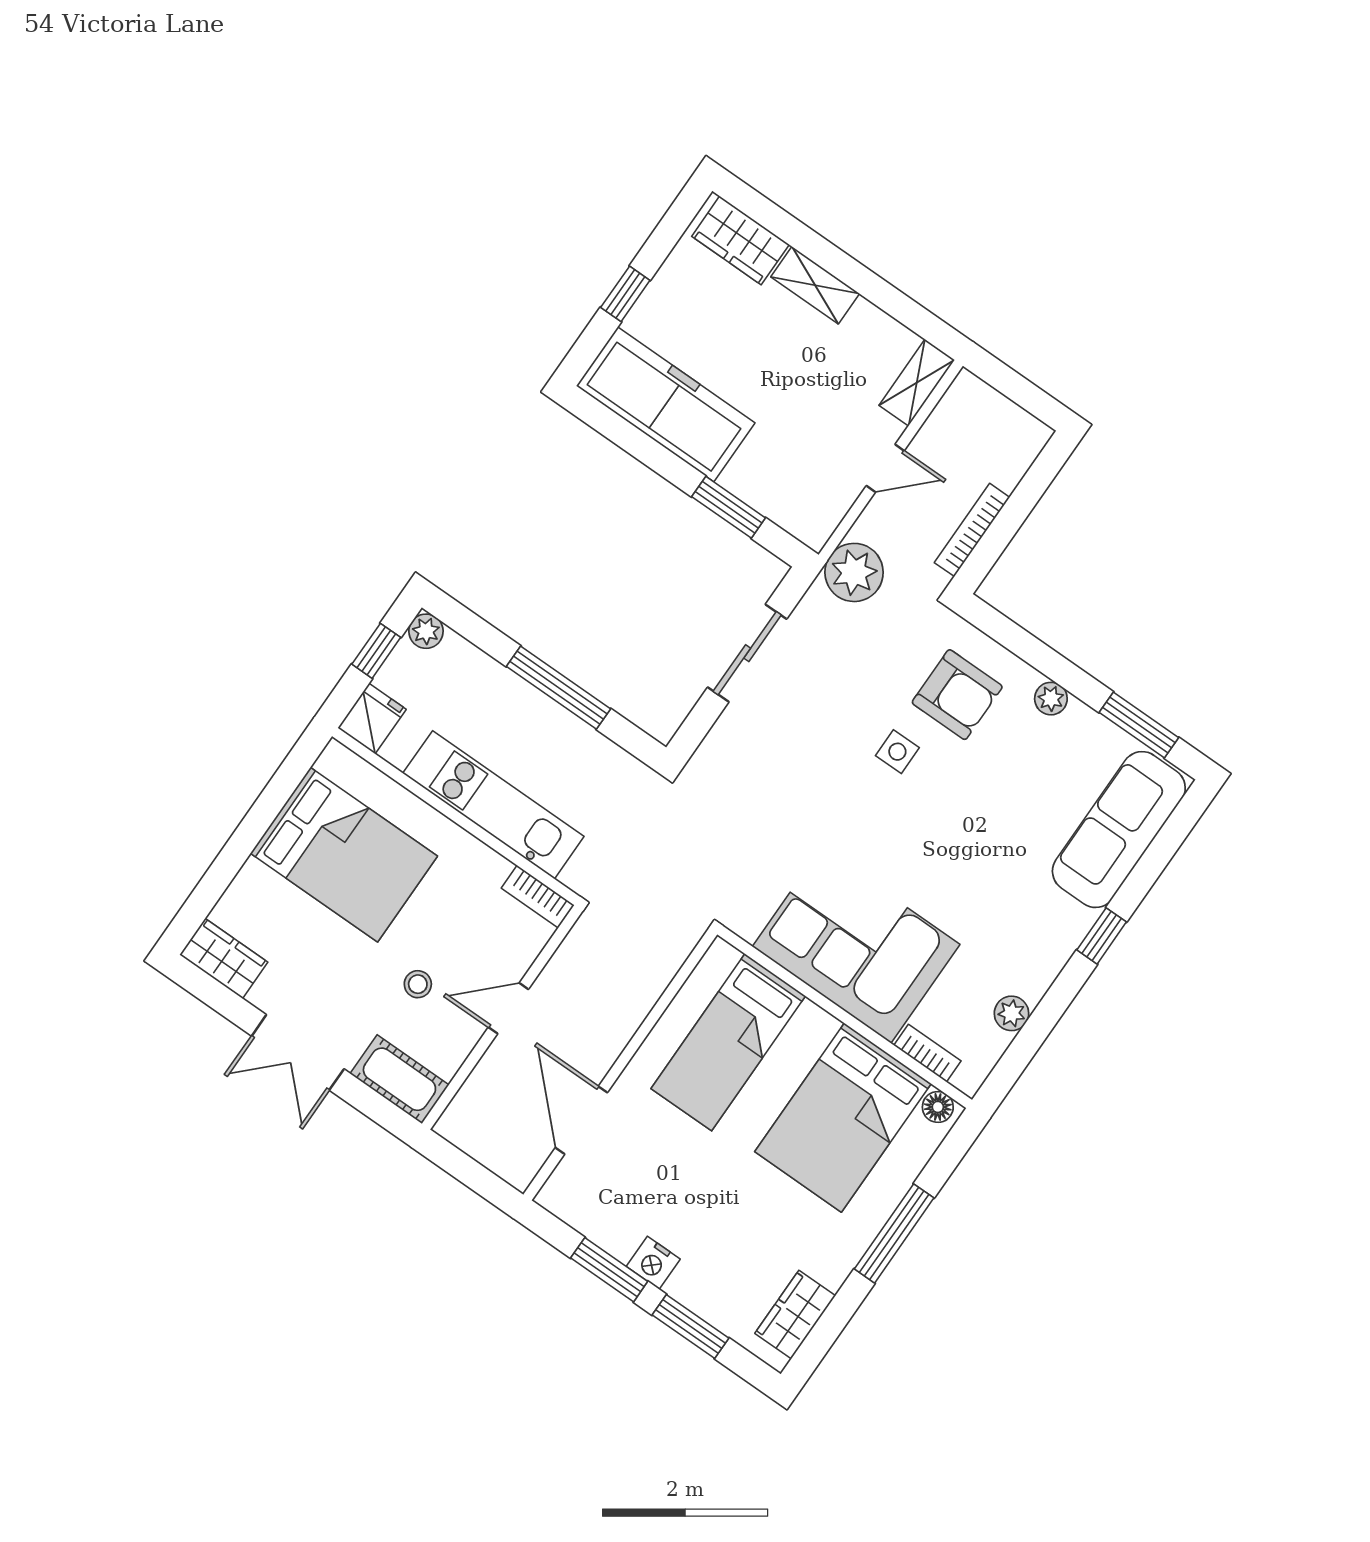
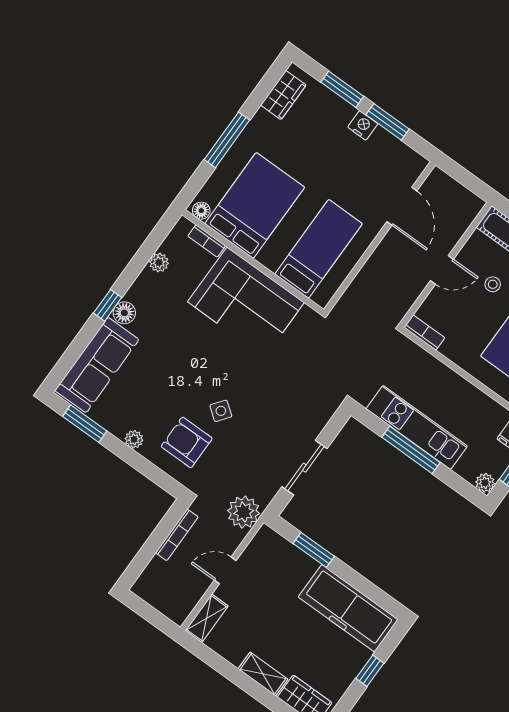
side table: (897, 752) -> (221, 411), turned 37
kitchen unit: (493, 805) -> (417, 427), moved, turned 180
floor lamp: (1072, 923) -> (124, 313), added

